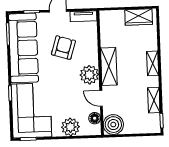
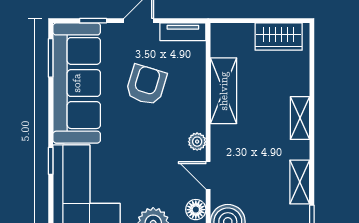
shelving: (109, 67) -> (224, 91), moved
plant: (89, 75) -> (197, 142), width x0.53, depth x0.53

